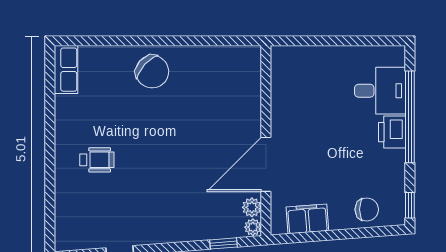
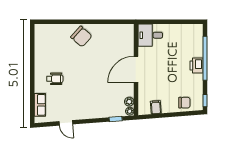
row of seats: (66, 70) -> (40, 105), moved
desk: (380, 91) -> (150, 35), moved, turned 180
door: (266, 164) -> (136, 69), moved
filing cabinet: (307, 219) -> (156, 107), width x0.50

